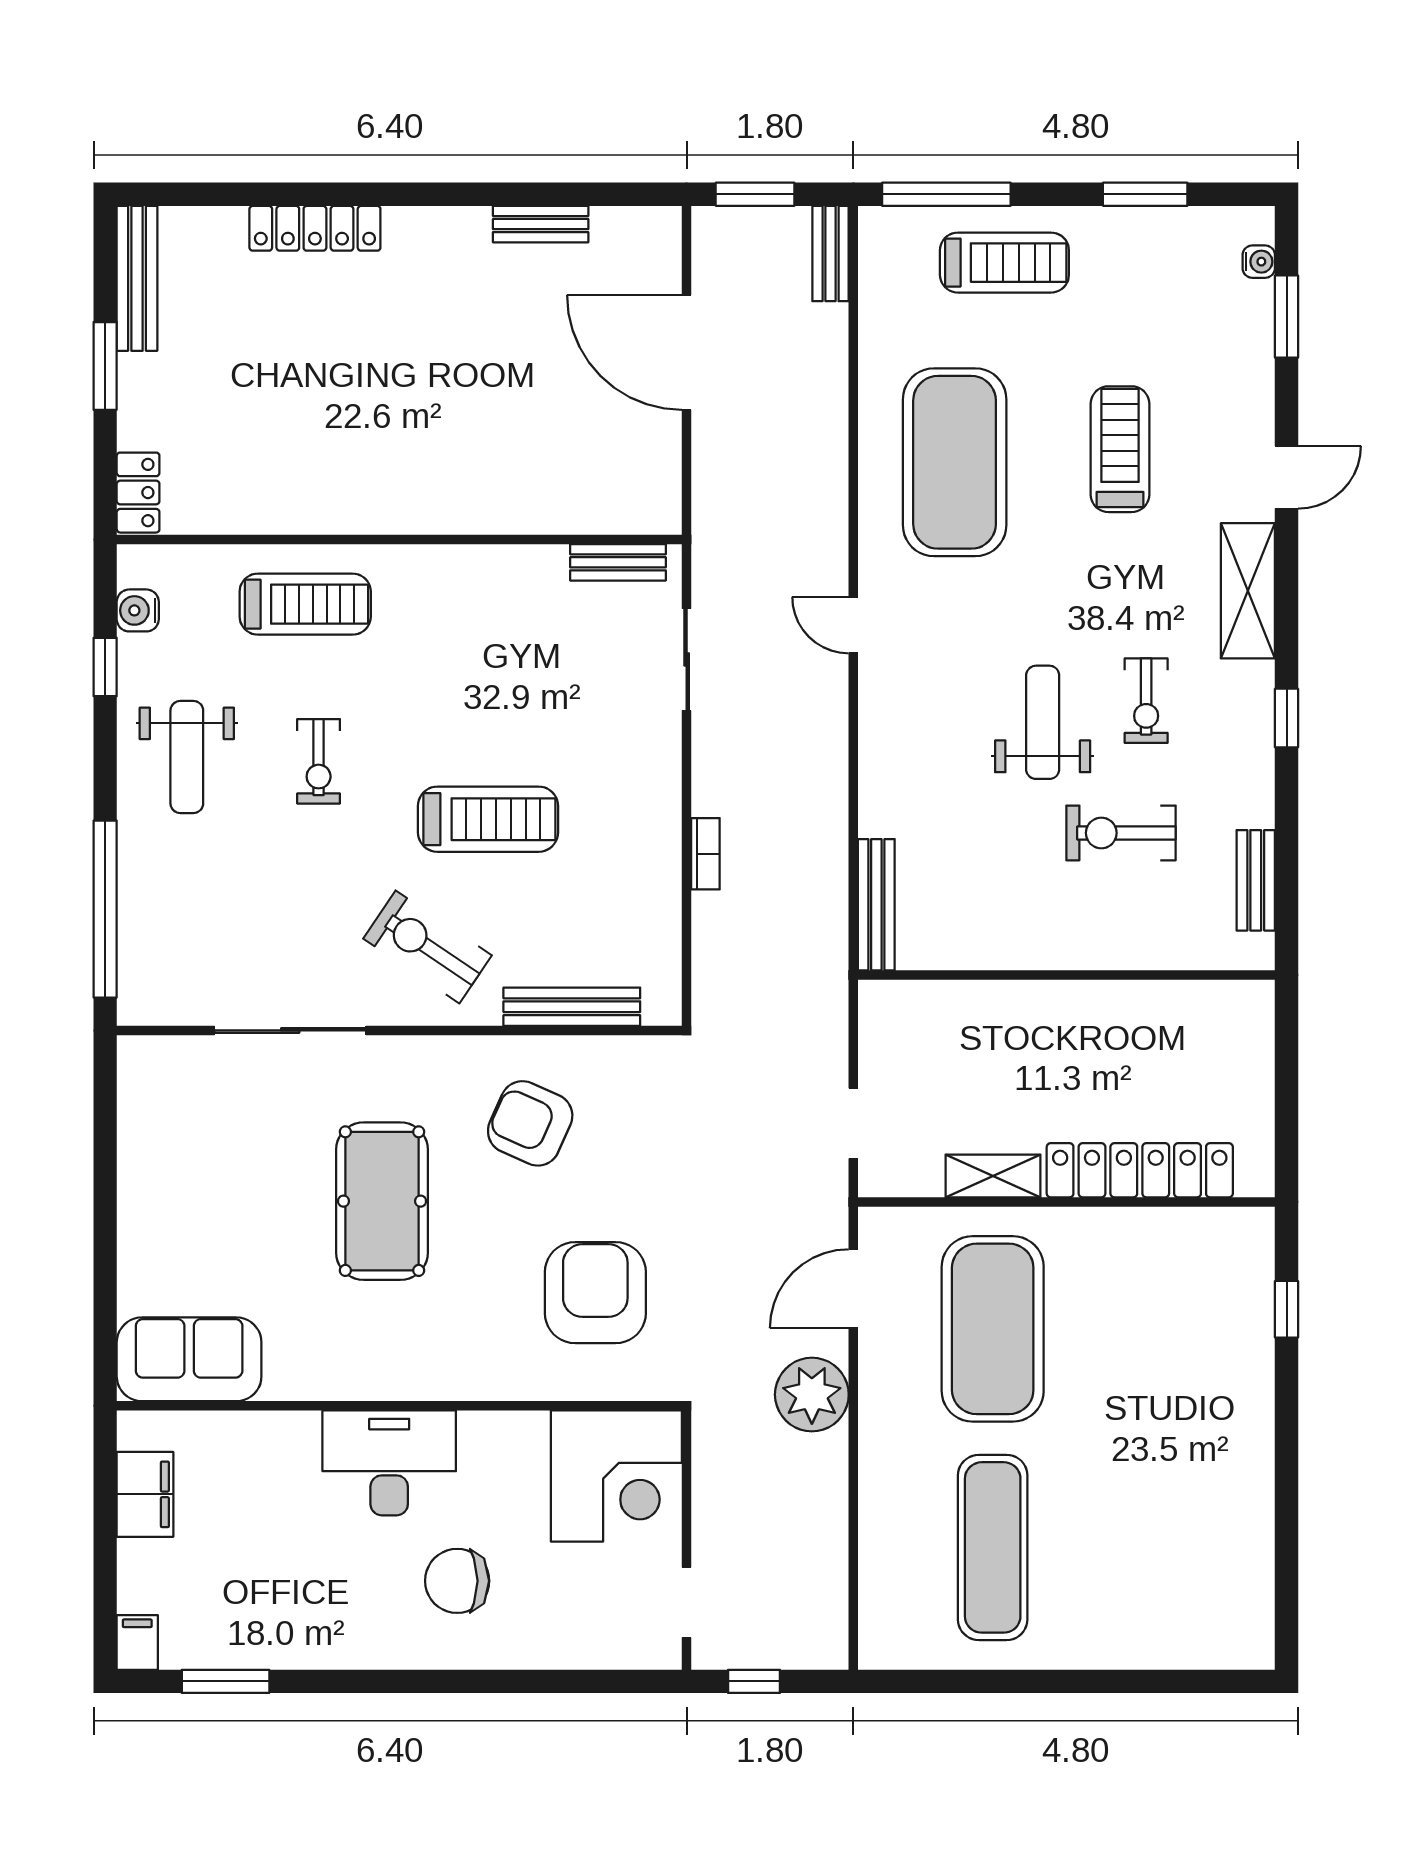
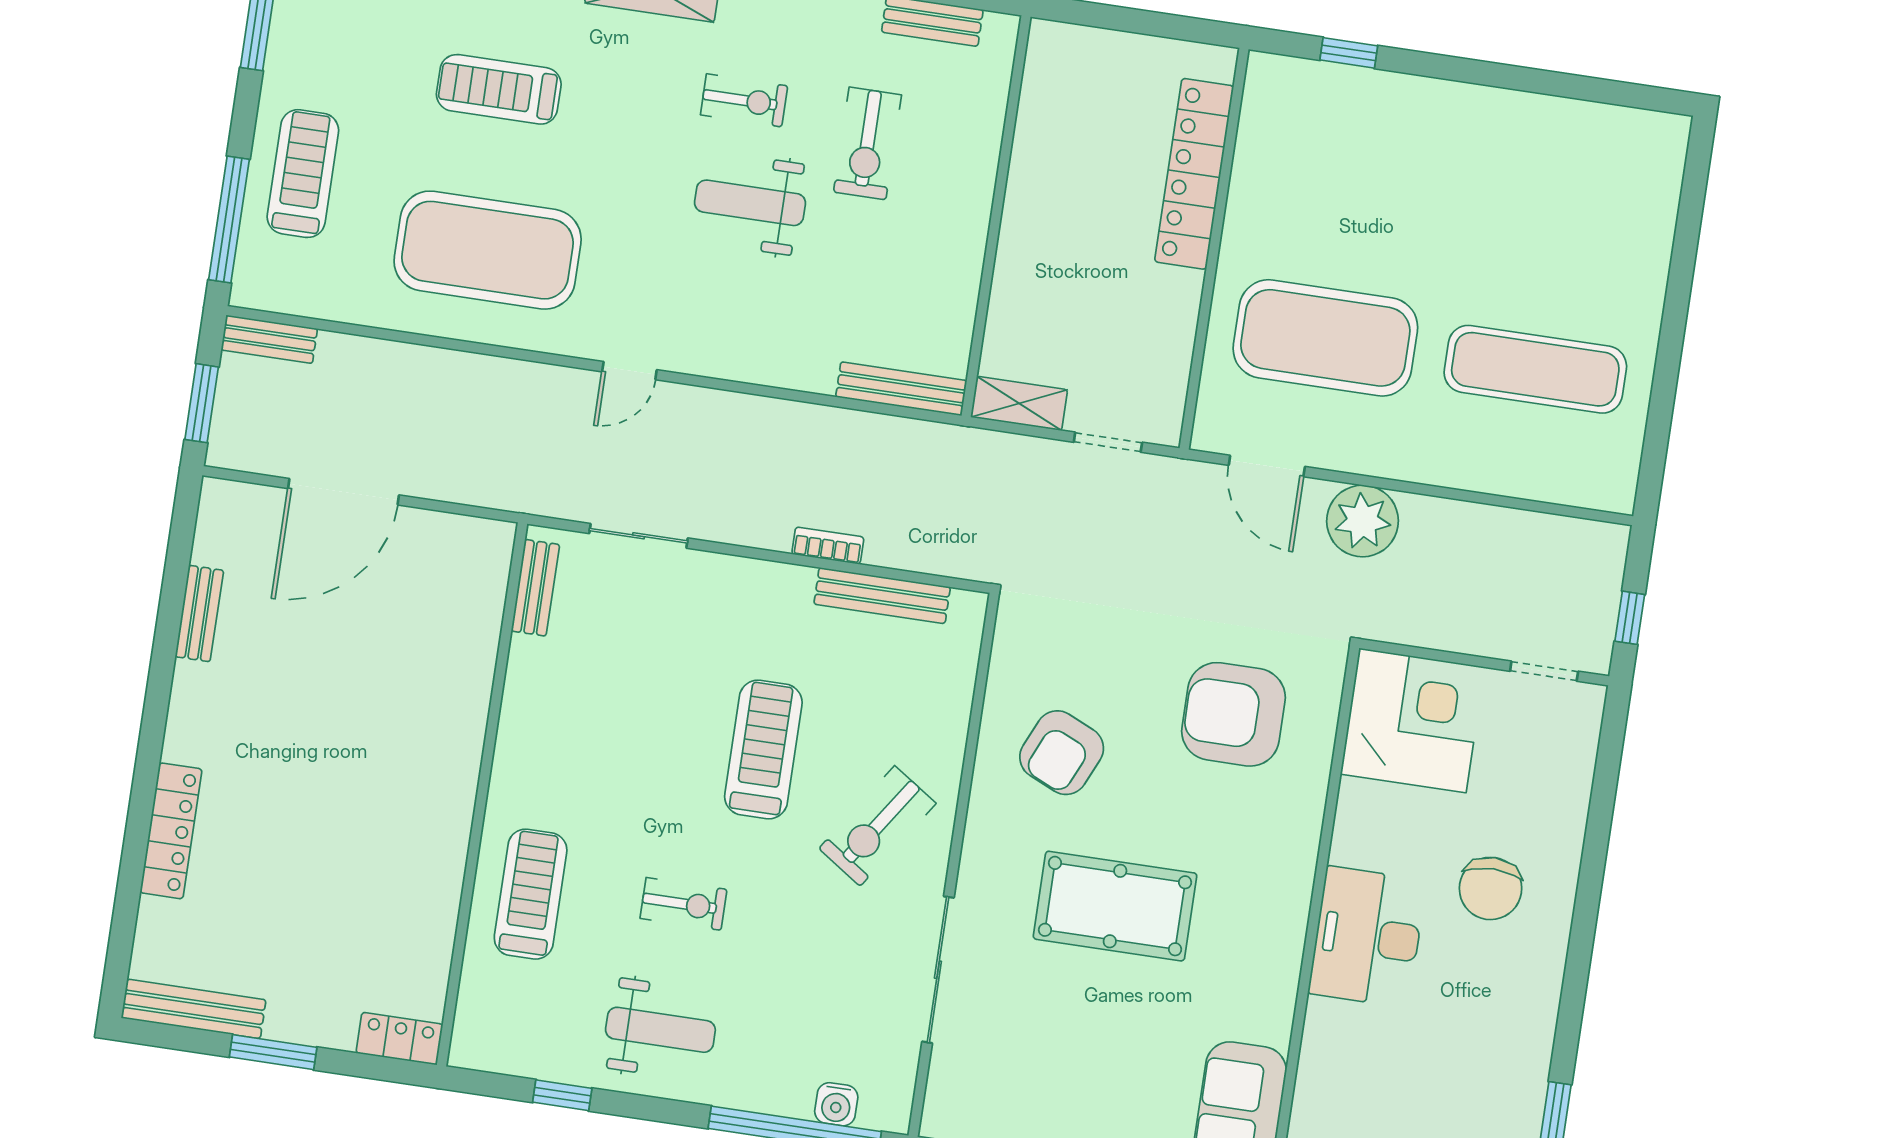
water cooler: (138, 610) -> (836, 1104), moved
bench: (572, 1007) -> (882, 596), moved, turned 90
shelving: (993, 1176) -> (1019, 403), moved, turned 90

